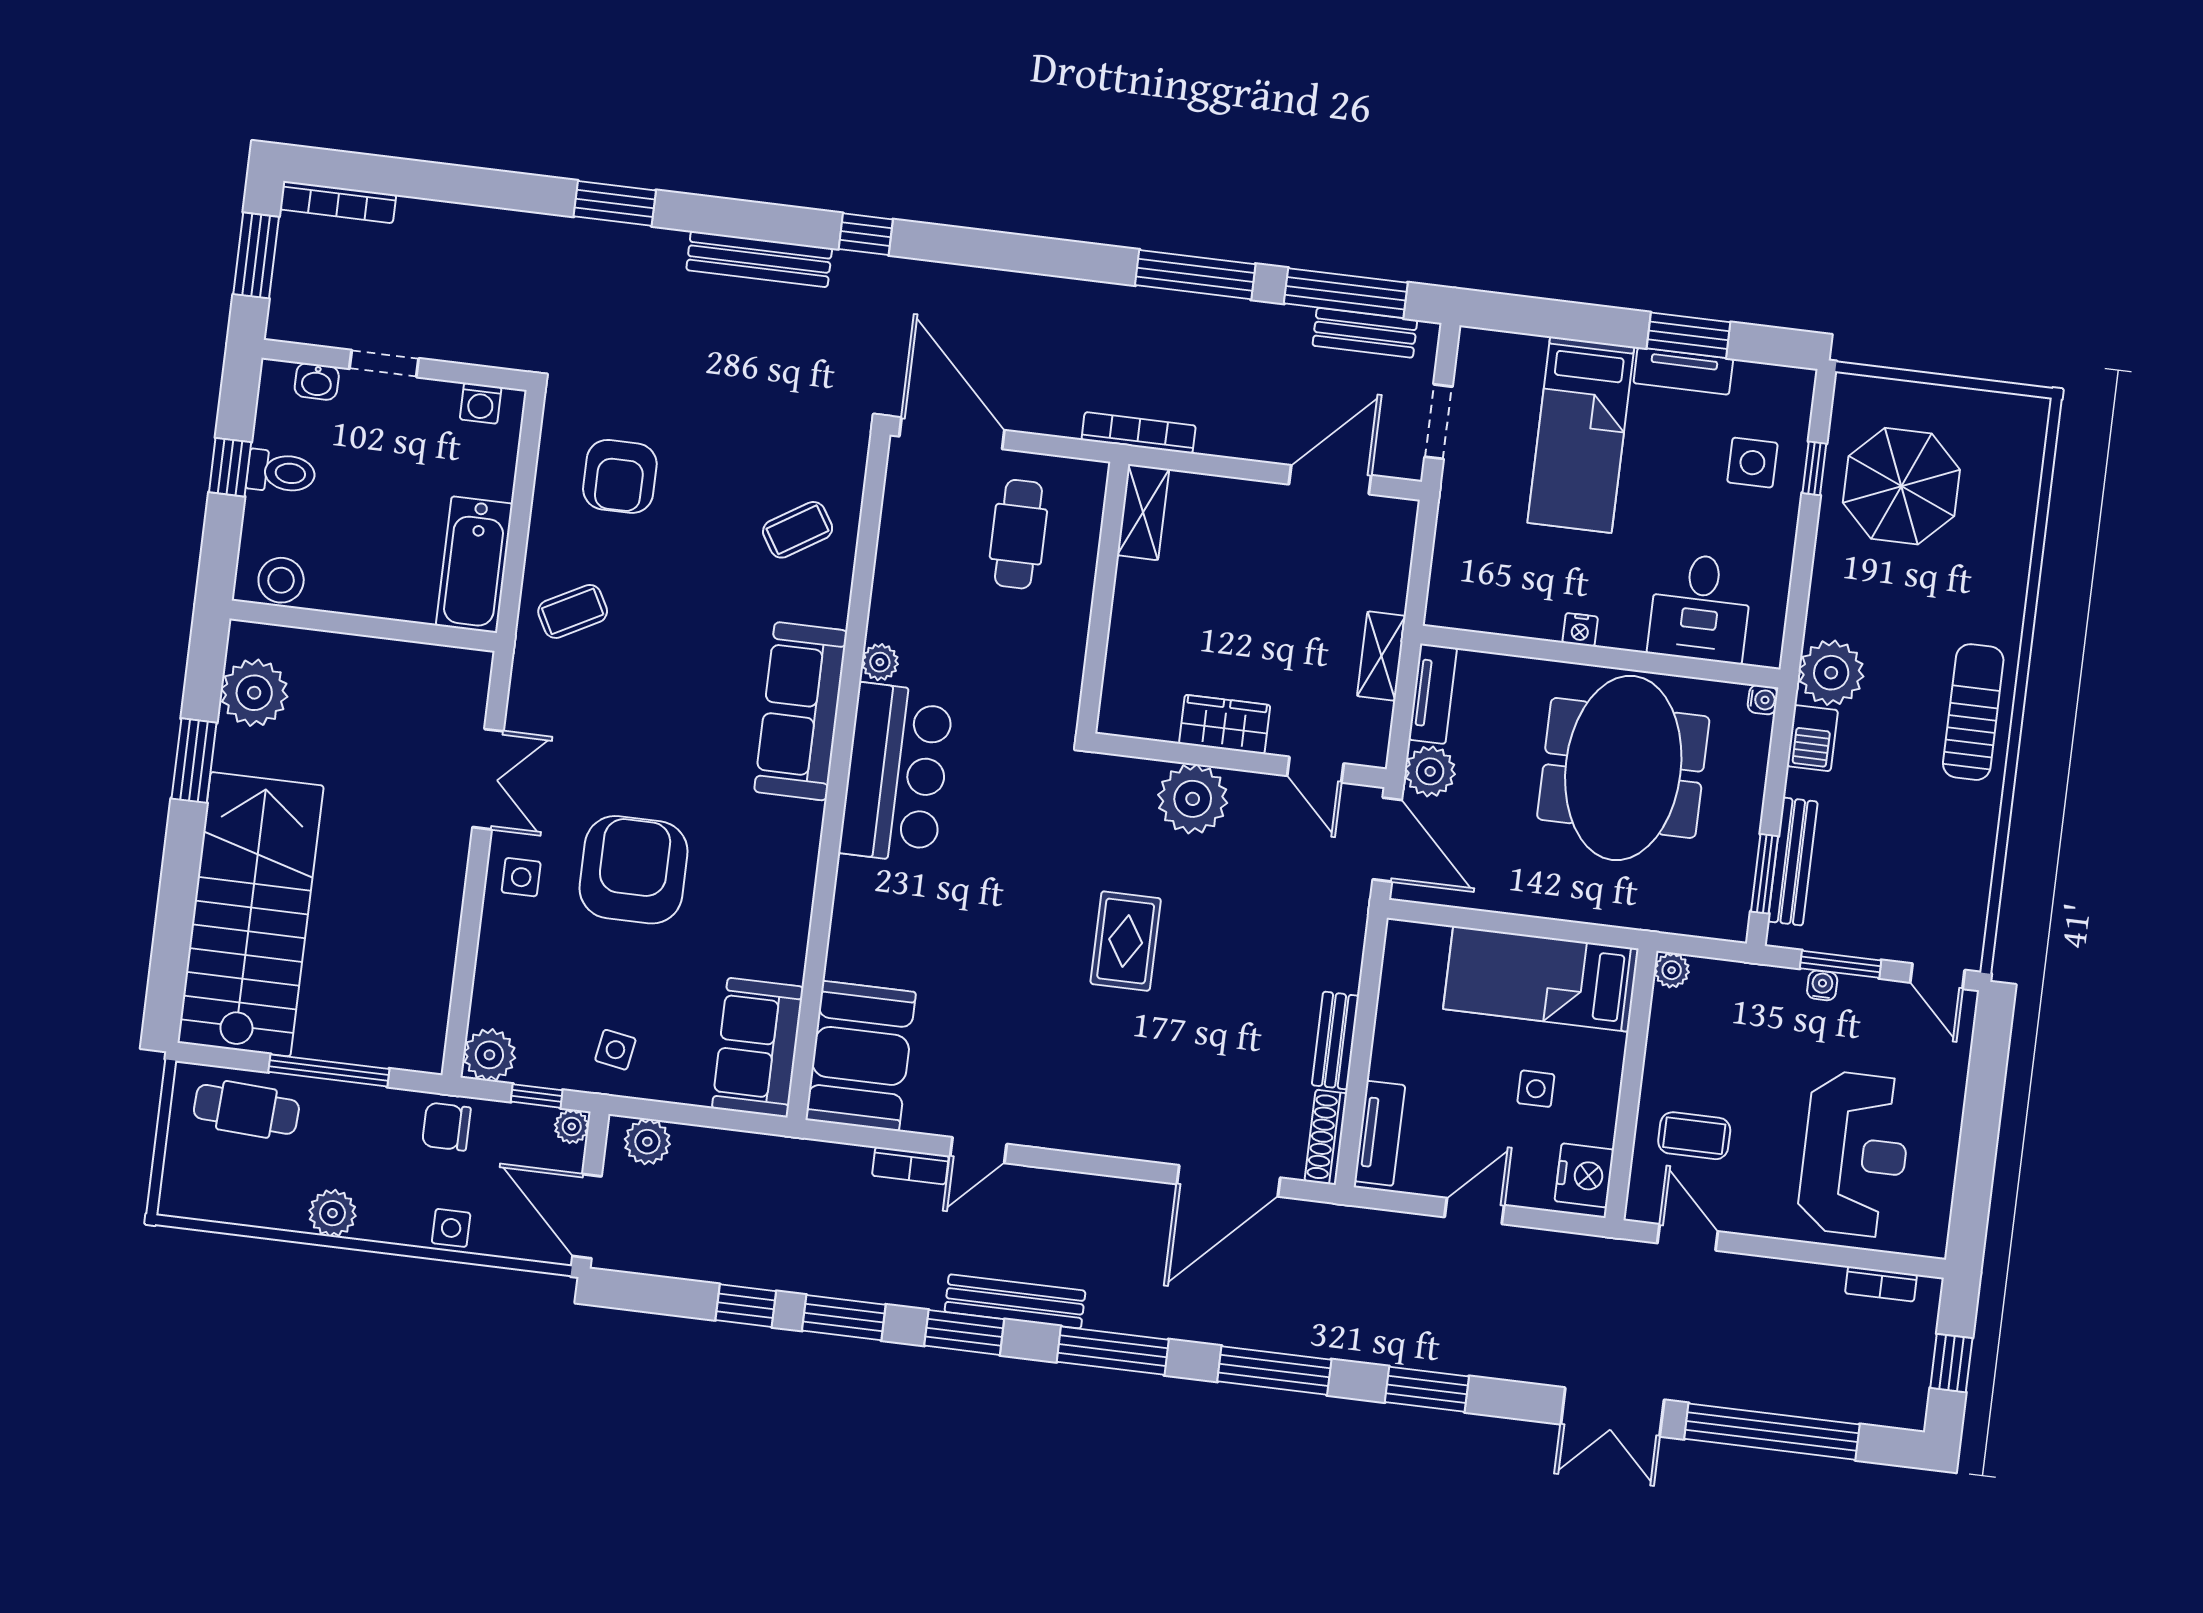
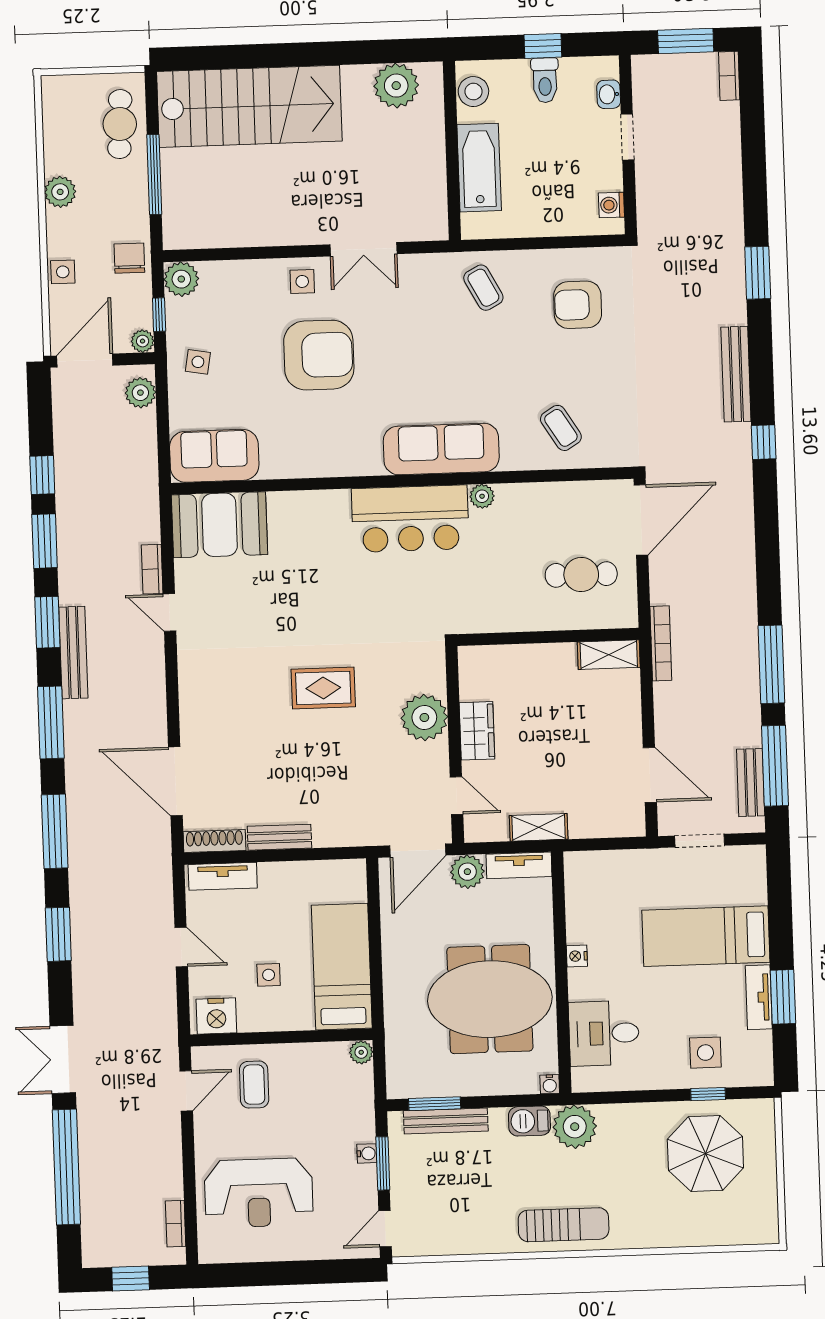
bookcase: (338, 202) -> (729, 76), width x0.64
bathtub: (474, 565) -> (479, 168), moved, turned 90
window: (194, 761) -> (345, 53), removed
door: (1315, 770) -> (457, 796), swing flipped

